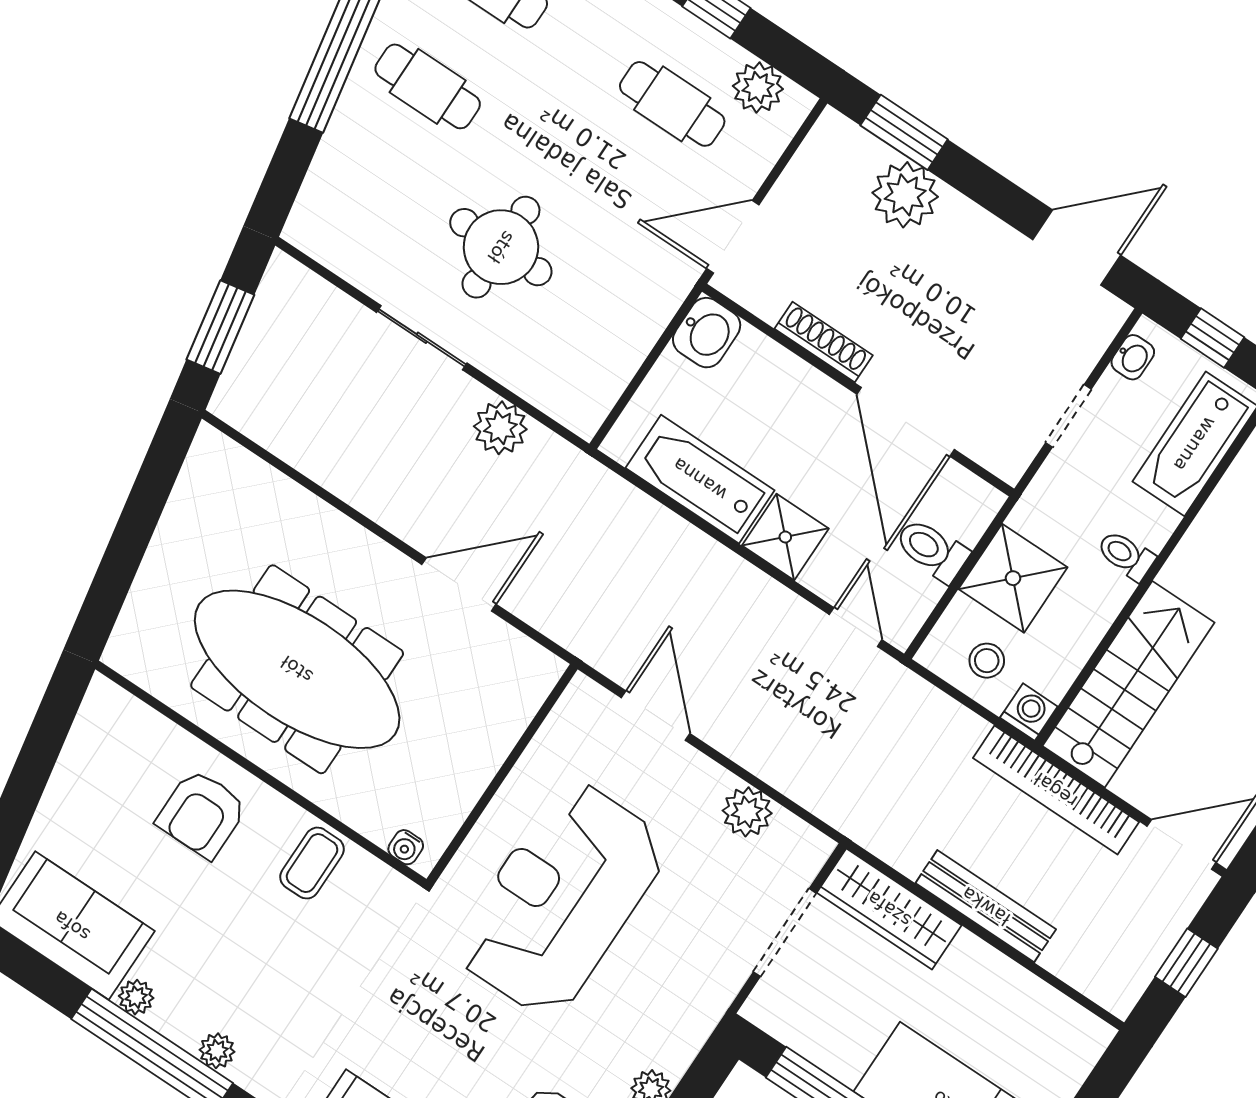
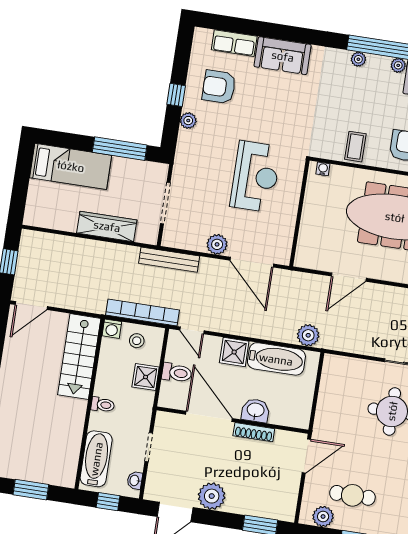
plant: (905, 195) -> (212, 496), moved
washbasin: (707, 333) -> (256, 410), moved, turned 90
plant: (500, 428) -> (308, 335), moved
shower: (1013, 578) -> (146, 377), width x0.73, depth x0.73
door: (656, 716) -> (252, 262), width x1.36
bookcase: (1056, 790) -> (142, 313), moved
plant: (747, 812) -> (217, 244), moved
reception desk: (561, 899) -> (256, 177), width x0.74, depth x0.77
bench: (986, 906) -> (169, 260), moved
wardrobe: (889, 909) -> (107, 226), moved

